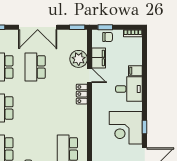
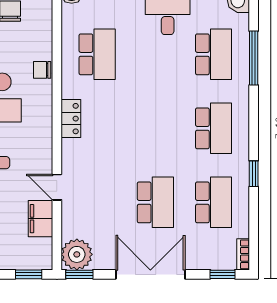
chair: (108, 37) -> (42, 70), moved
plant: (79, 59) -> (77, 254), moved
locker: (82, 94) -> (71, 119), moved

